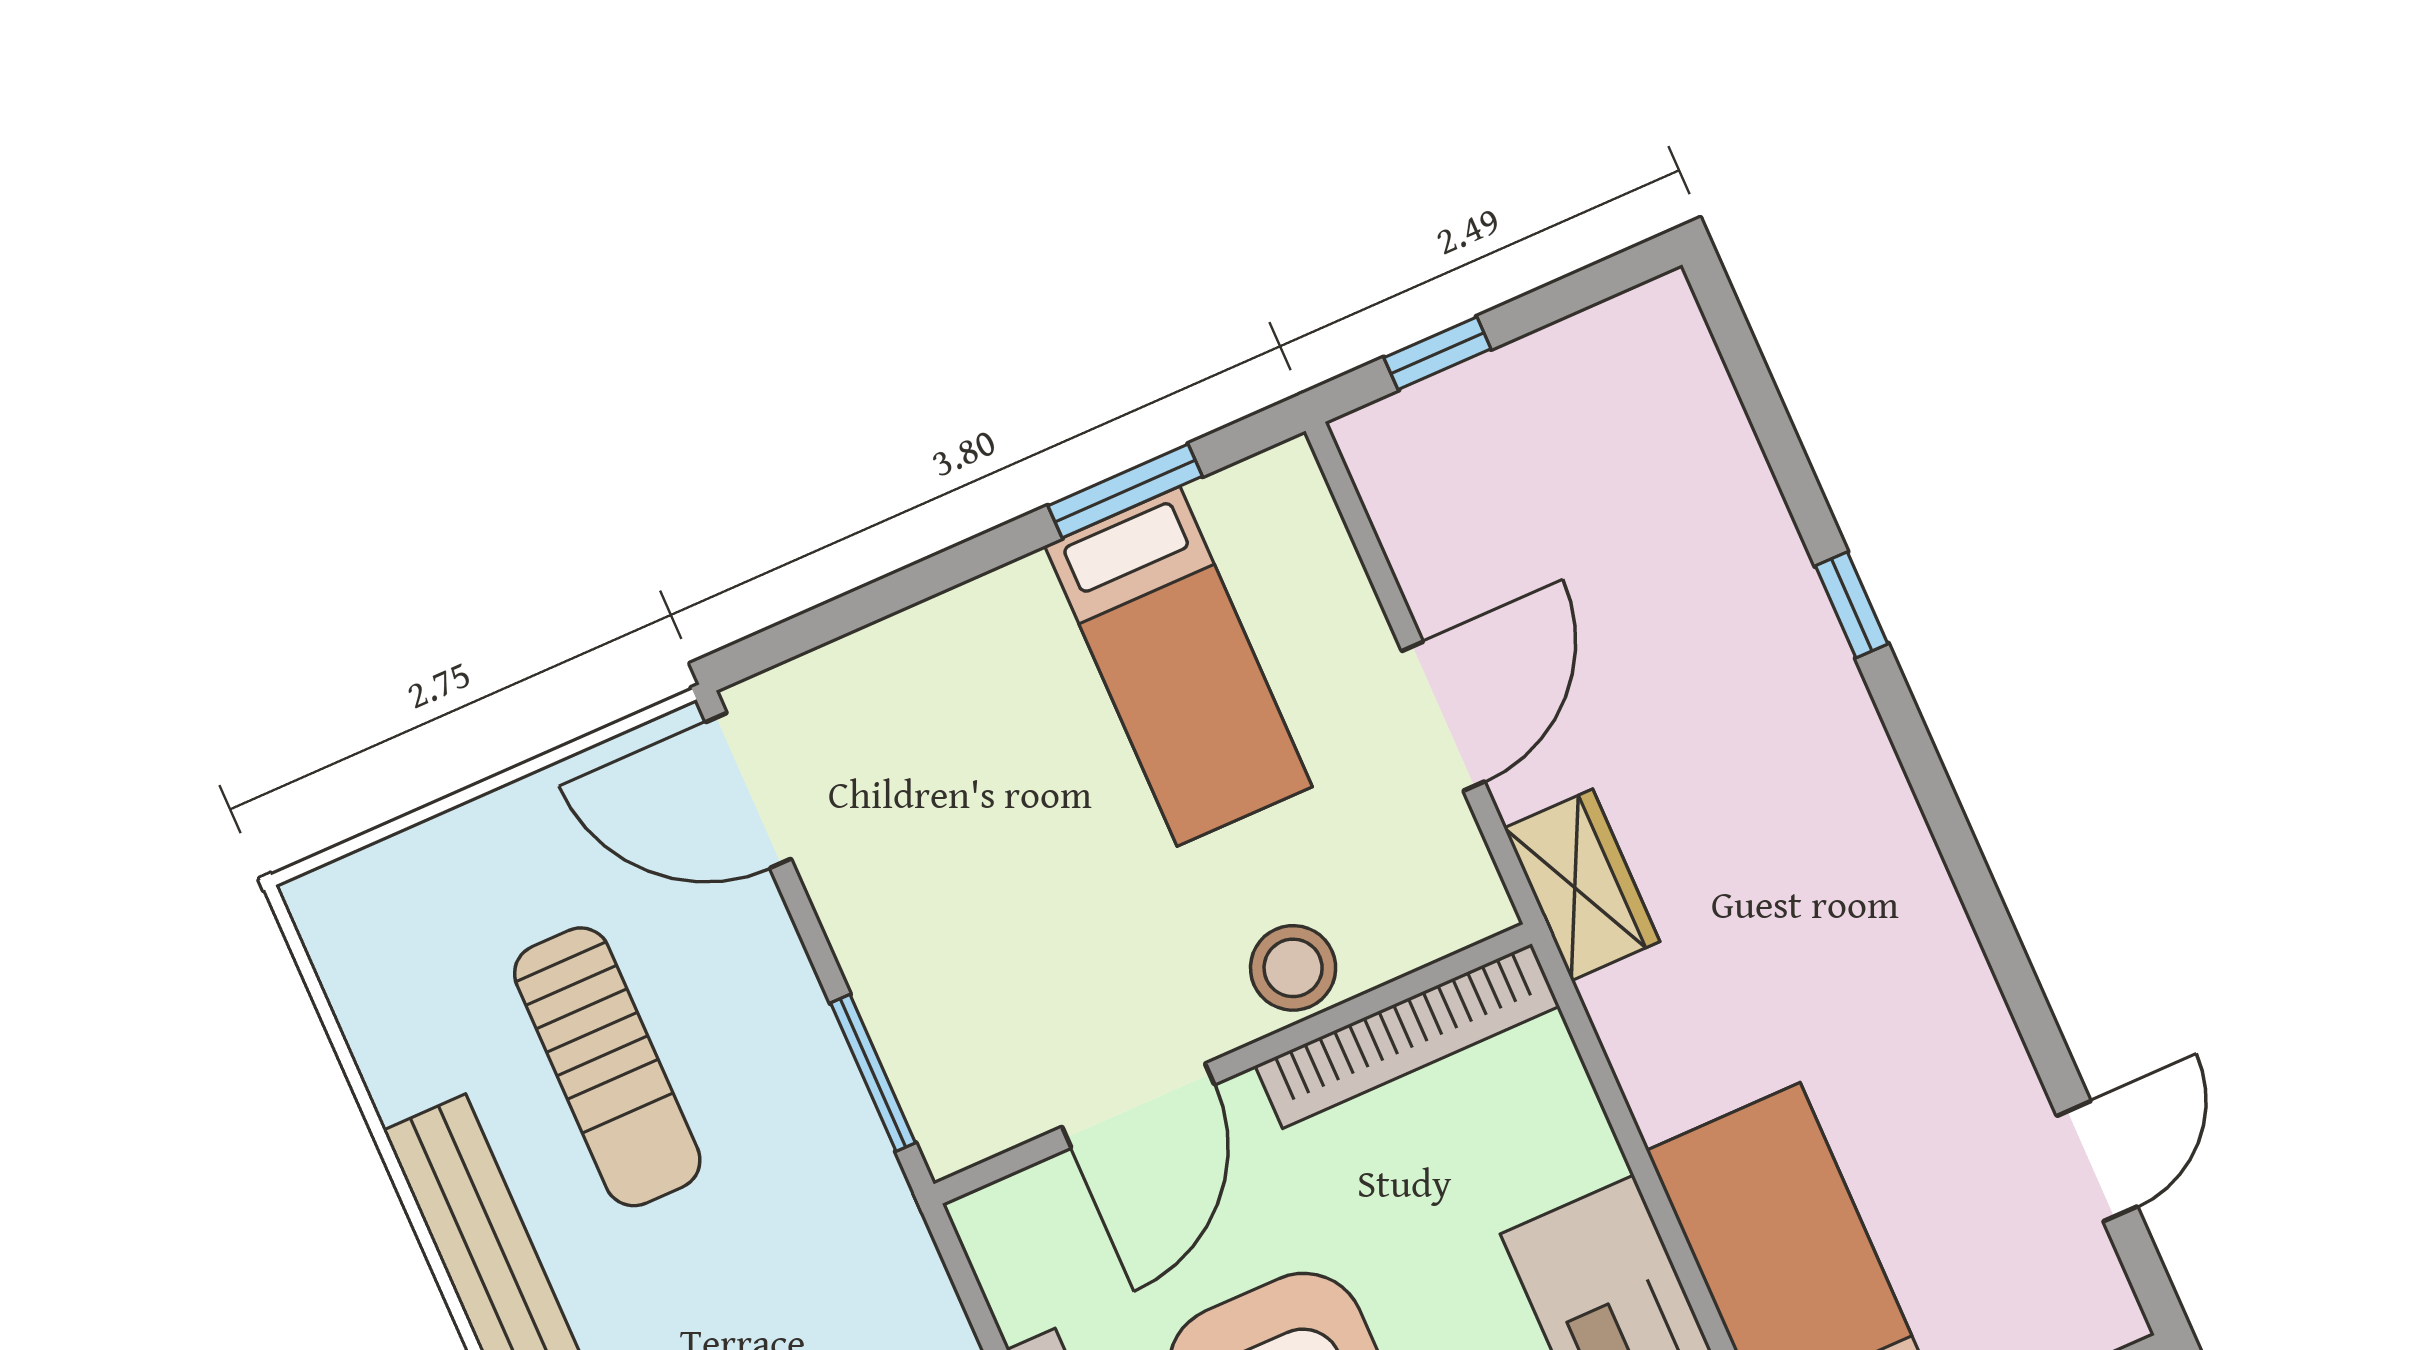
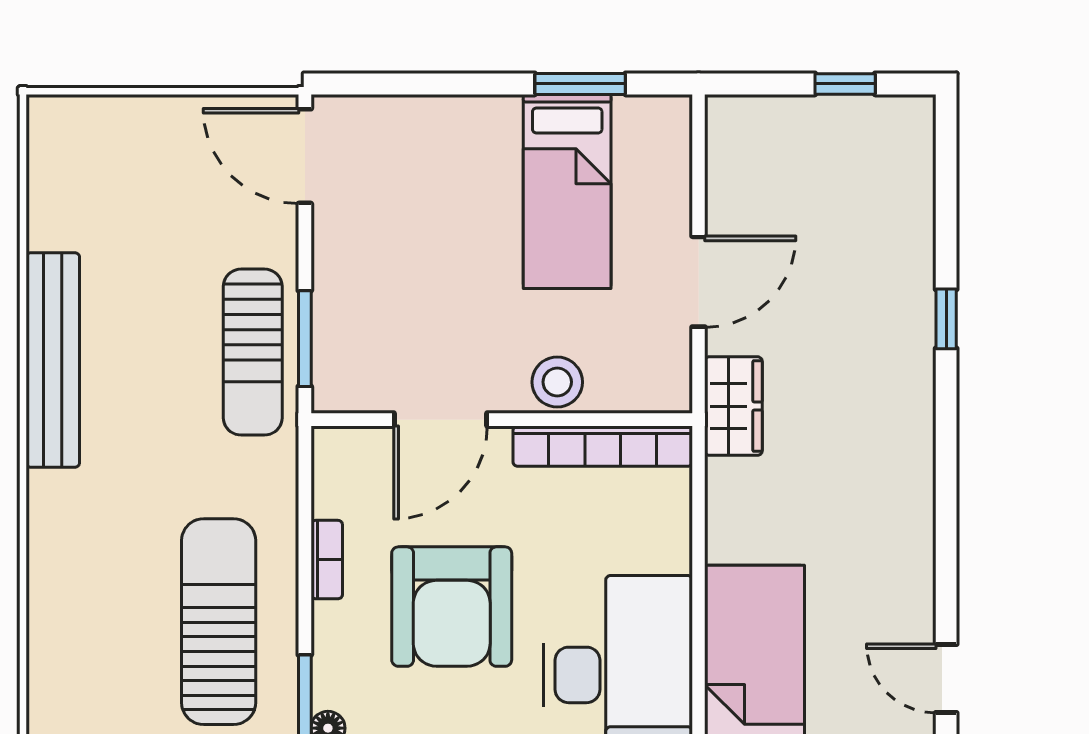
window: (1437, 353) -> (845, 84), moved
sun lounger: (607, 1067) -> (253, 352), moved
door: (2097, 1161) -> (946, 678), swing flipped

